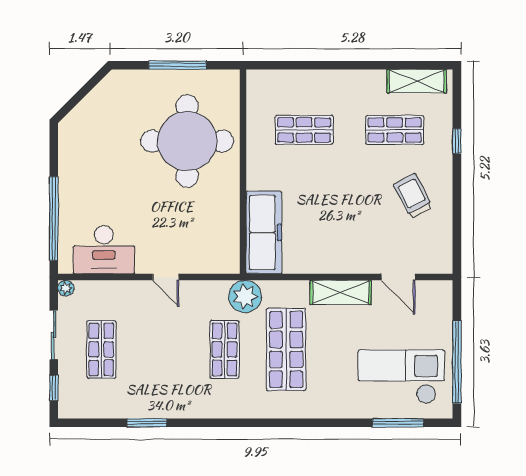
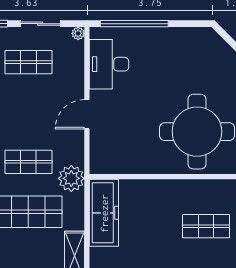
shop shelf: (304, 130) -> (206, 226), turned 90
freezer: (264, 232) -> (104, 213), moved, turned -90
door: (166, 277) -> (87, 114), width x1.38

